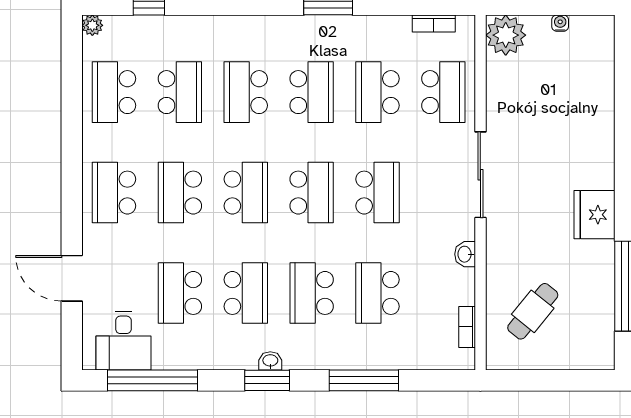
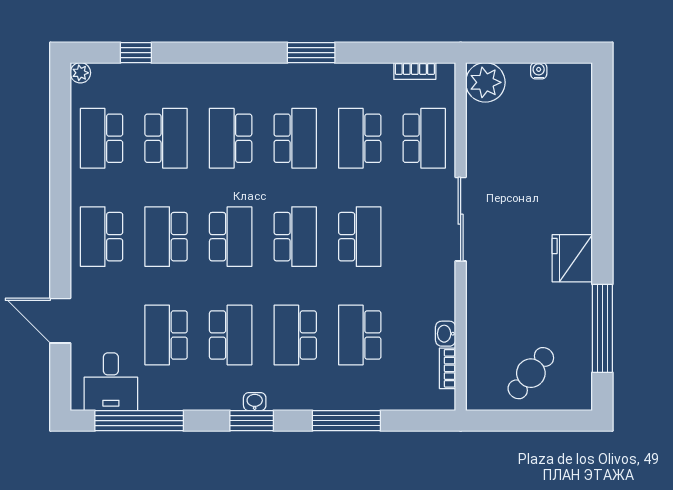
washbasin: (465, 254) -> (446, 334), moved
cafe table: (533, 311) -> (531, 373), moved

